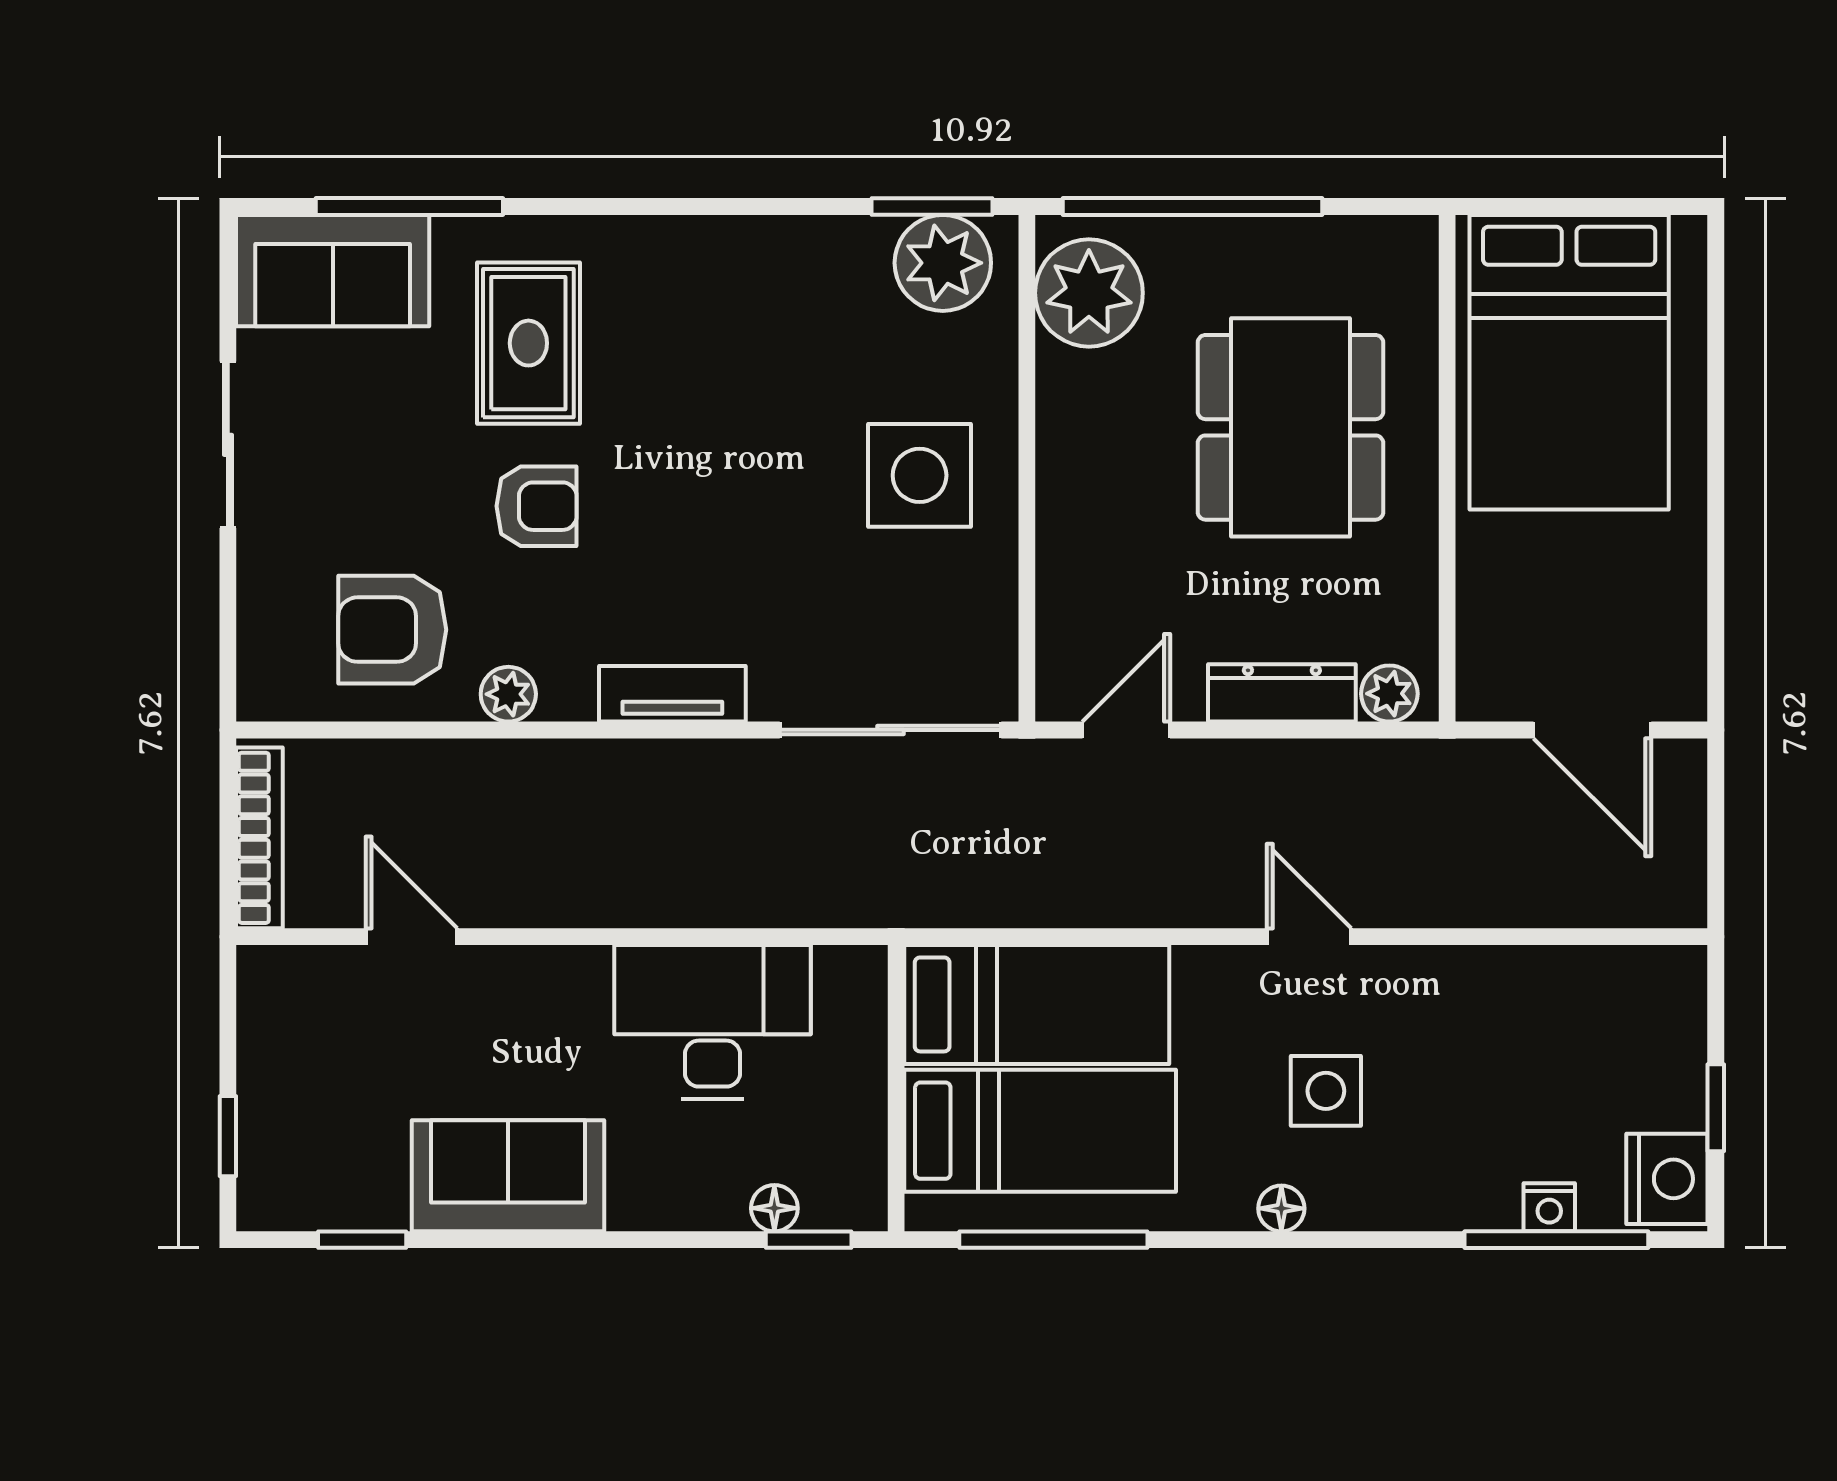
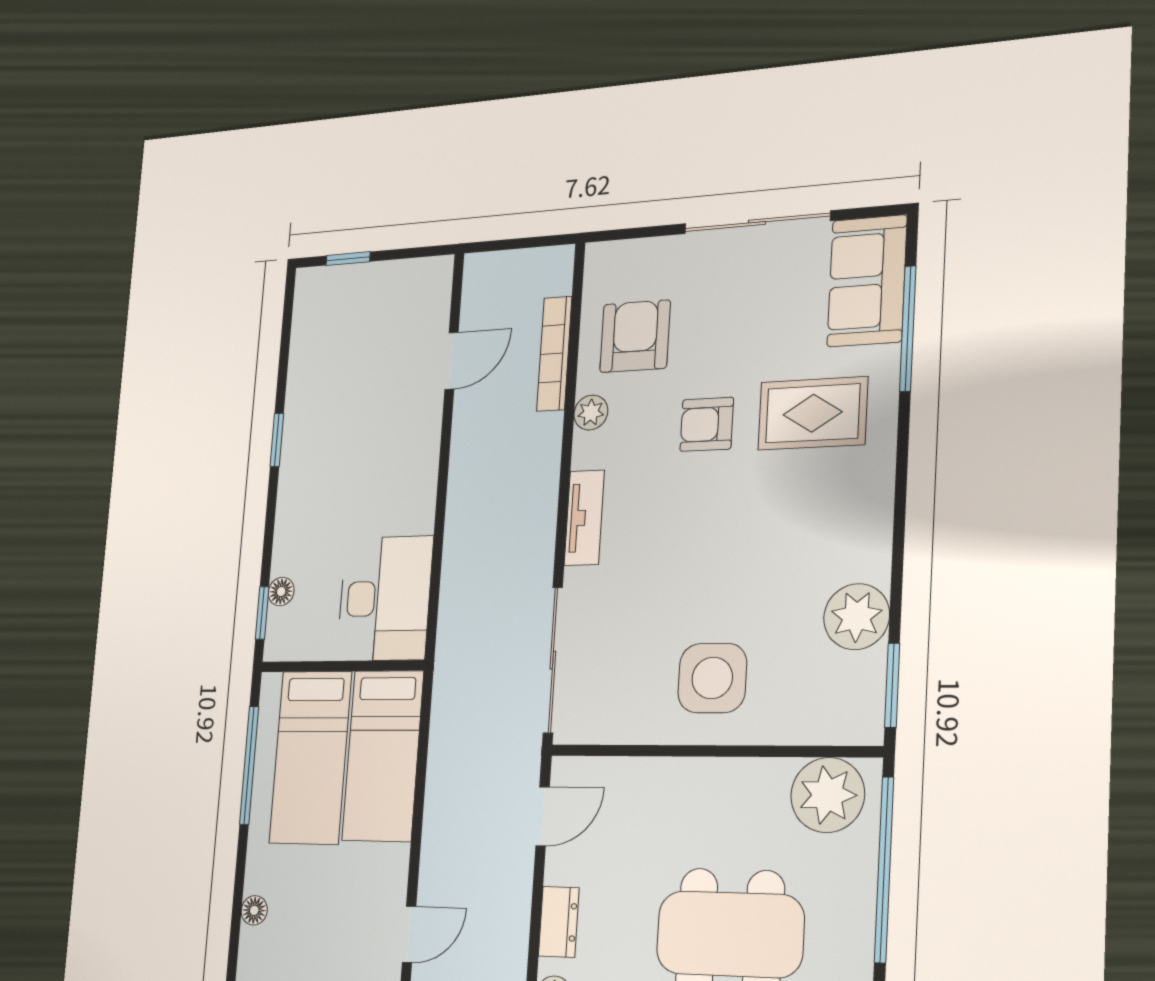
plant: (943, 263) -> (857, 617), moved
sliding door: (228, 445) -> (757, 222), width x1.37
armchair: (537, 506) -> (707, 424), turned 90
dresser: (1282, 693) -> (559, 922), width x0.70
door: (1126, 730) -> (543, 816), hinge flipped
bookcase: (259, 838) -> (554, 354), moved, turned 90
desk: (712, 1022) -> (385, 598), moved
side table: (1326, 1091) -> (318, 942), removed
sofa: (508, 1176) -> (312, 428), removed
window: (362, 1240) -> (277, 440), moved

